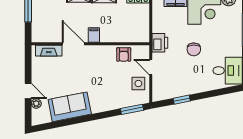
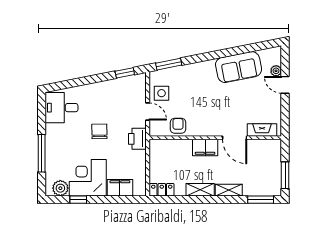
filing cabinet: (94, 35) -> (205, 147), width x2.00
window: (182, 100) -> (125, 73), moved

